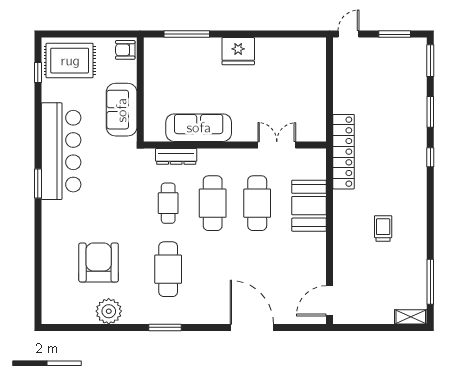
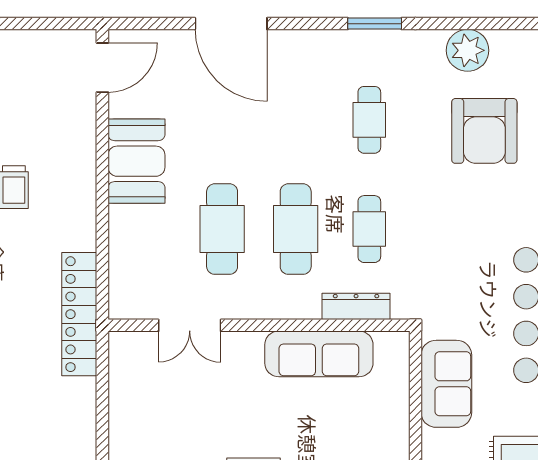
booth: (309, 206) -> (136, 161), moved
cafe table: (168, 269) -> (369, 120), width x0.73, depth x0.74

